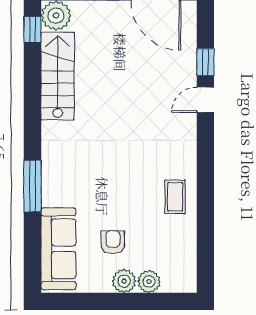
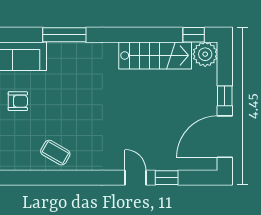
coffee table: (175, 197) -> (55, 153), turned 30

